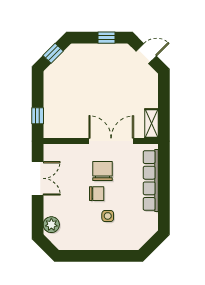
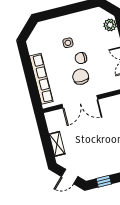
shelving: (152, 123) -> (57, 144), moved
chair: (103, 171) -> (81, 77), turned 180

